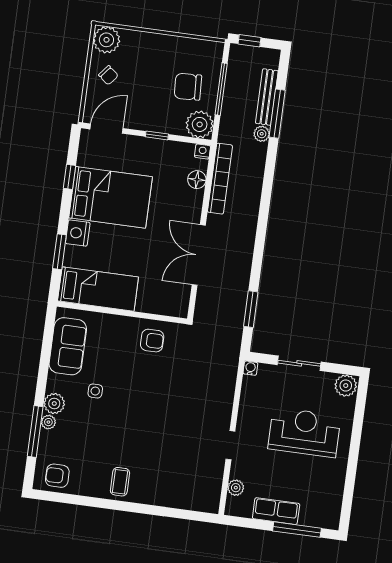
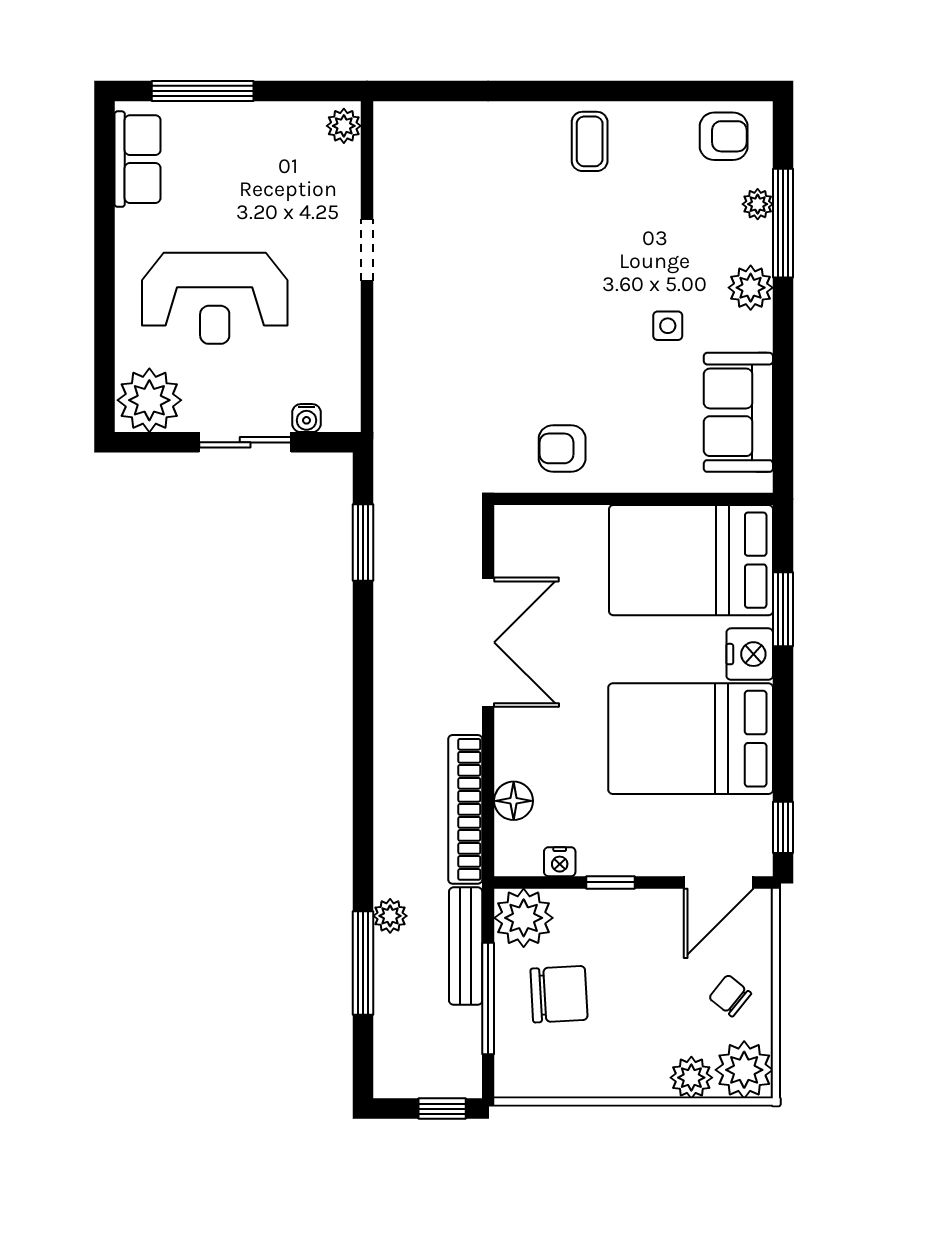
plant: (132, 40) -> (691, 1078), added
bench: (267, 97) -> (466, 946), moved
nightstand: (202, 151) -> (560, 862), moved
window: (70, 177) -> (783, 827), moved
bed: (98, 289) -> (691, 560), width x1.50
water cooler: (250, 368) -> (306, 418), moved
plant: (346, 386) -> (149, 400), width x1.36, depth x1.36
plant: (48, 422) -> (758, 204), moved
plant: (236, 488) -> (344, 126), moved
row of seats: (276, 511) -> (138, 159), moved, turned -90

